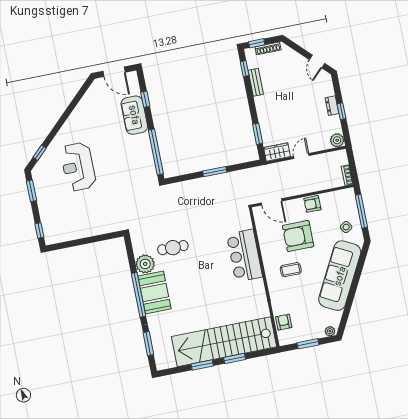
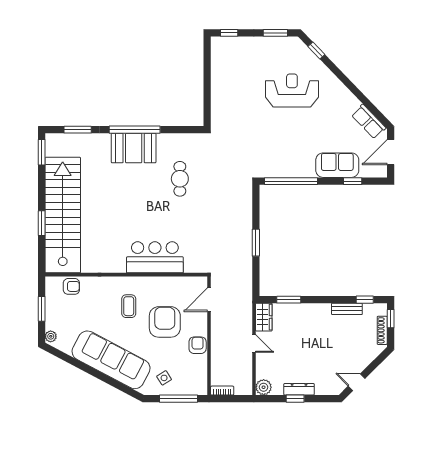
row of seats: (92, 96) -> (369, 122), added
dresser: (332, 106) -> (299, 389), width x1.44
plant: (145, 264) -> (168, 144), removed
window: (202, 365) -> (42, 152), moved

